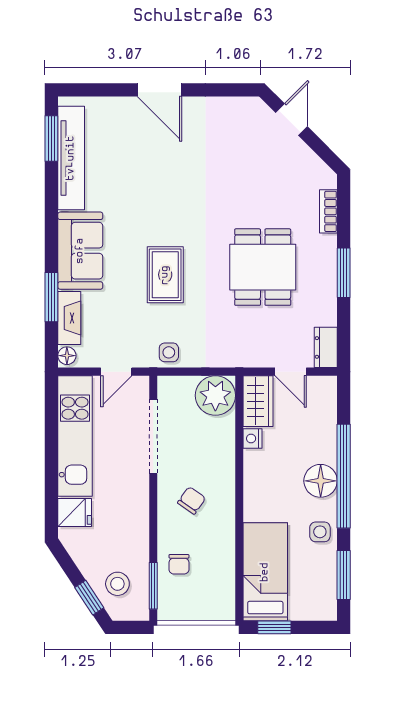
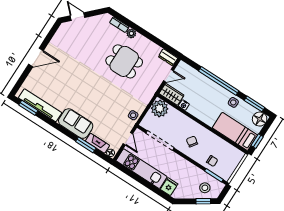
plant: (326, 246) -> (131, 33), added
window: (344, 273) -> (145, 33), removed
rug: (165, 275) -> (104, 98), removed
floor lamp: (321, 481) -> (260, 119), moved

